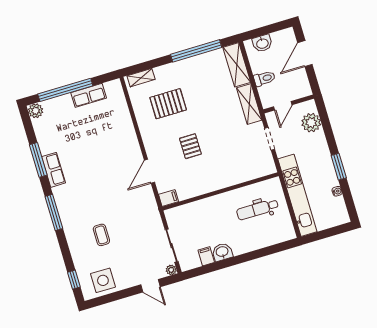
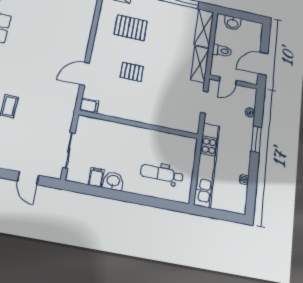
door: (305, 54) -> (263, 64), moved
plant: (311, 123) -> (250, 112), width x0.53, depth x0.53
pallet: (190, 146) -> (132, 72), turned 90
window: (339, 167) -> (256, 139), moved
dental chair: (257, 209) -> (162, 174), moved
plant: (171, 270) -> (56, 173), removed

